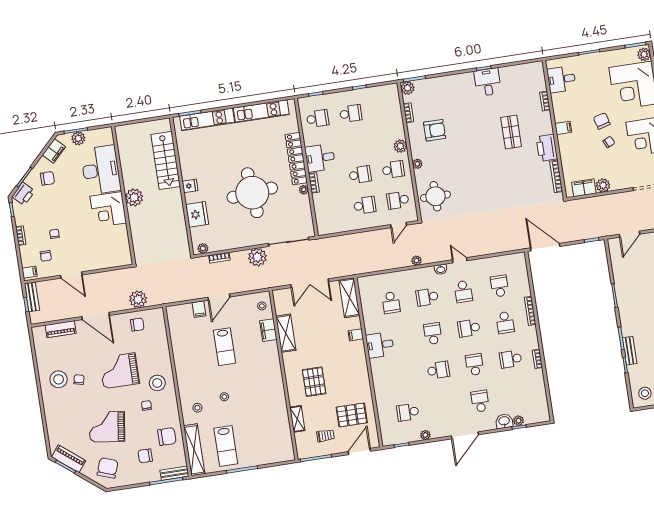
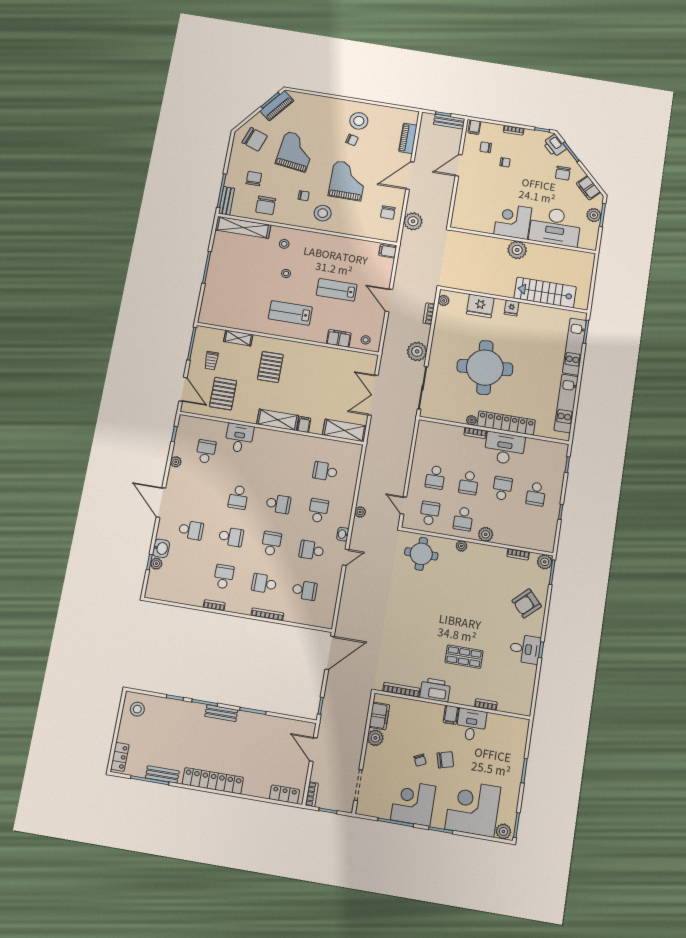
desk: (561, 79) -> (471, 725), moved
school desk: (318, 119) -> (502, 488), moved, turned 180
armchair: (435, 130) -> (527, 603), moved, turned 47
desk: (320, 158) -> (504, 448), width x1.37
filing cabinet: (199, 309) -> (388, 251), moved
shelving: (286, 333) -> (278, 420), moved
desk: (380, 345) -> (239, 438), moved
bench: (630, 351) -> (221, 713), moved
pallet: (314, 382) -> (270, 367), turned 90
lab bench: (226, 446) -> (290, 313), moved

